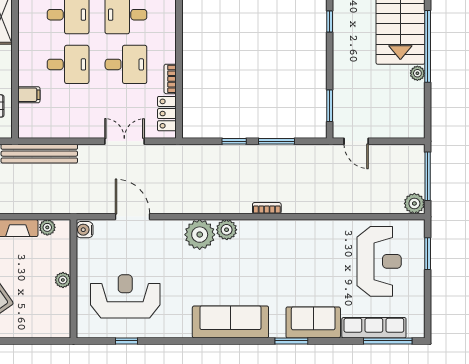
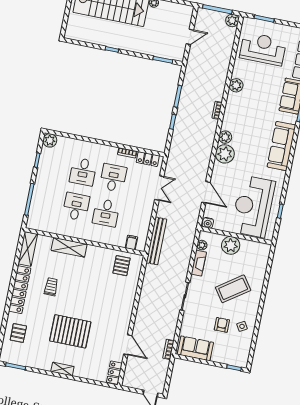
desk: (68, 64) -> (106, 213), turned 180
filing cabinet: (29, 95) -> (131, 242), moved
double door: (124, 141) -> (159, 188), swing flipped
door: (356, 141) -> (190, 37), moved
door: (133, 217) -> (206, 192), swing flipped
plant: (312, 230) -> (236, 85), added
plant: (63, 280) -> (231, 245), width x1.88, depth x1.88
reception desk: (125, 296) -> (253, 206), width x1.36, depth x1.30

